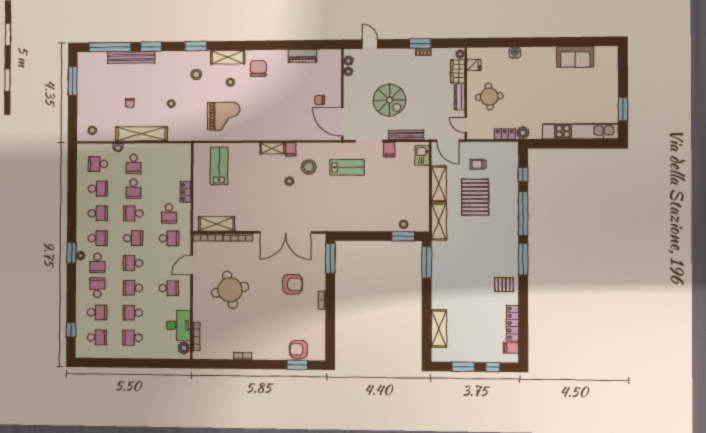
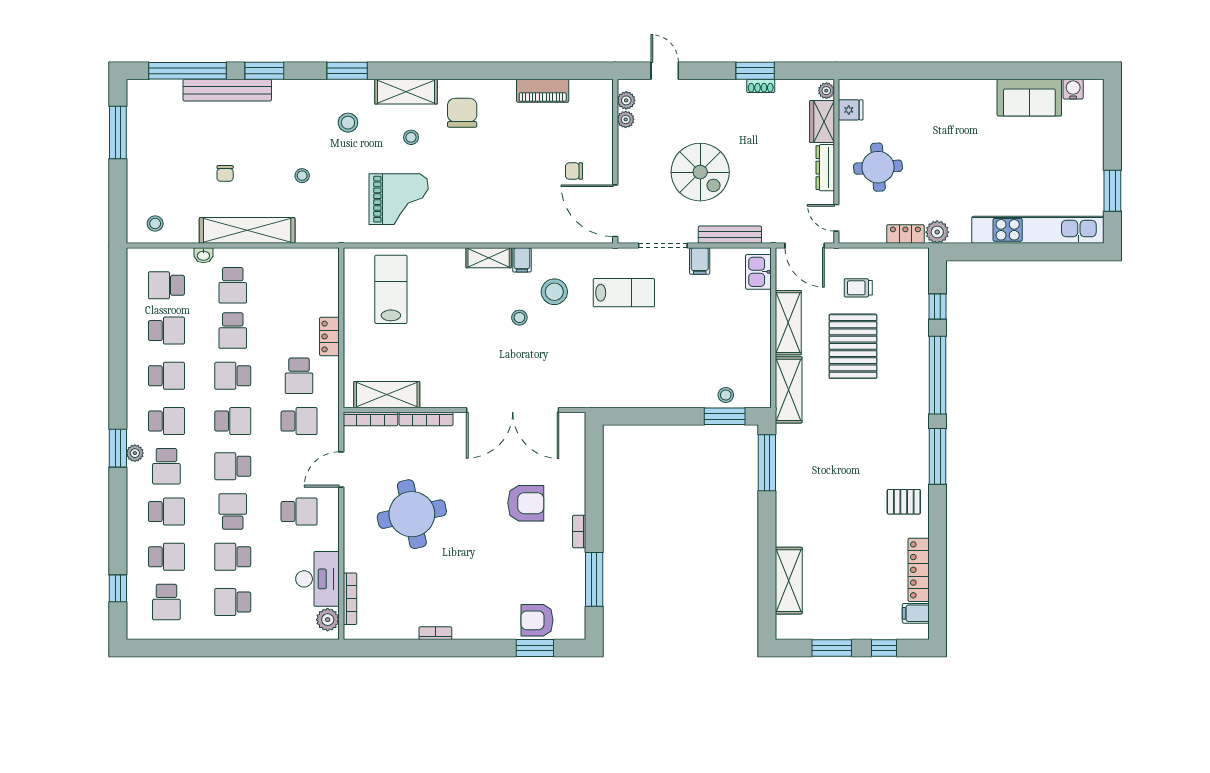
water cooler: (515, 53) -> (1073, 89), moved
window: (330, 258) -> (594, 579), moved
school desk: (97, 288) -> (166, 512), turned 90
school desk: (133, 288) -> (233, 512), turned 90
school desk: (97, 337) -> (166, 602), turned 90

